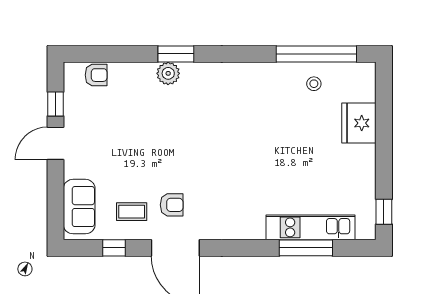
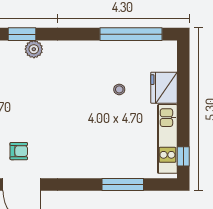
plant: (168, 73) -> (34, 49), moved
stool: (314, 84) -> (119, 89), moved
kitchen unit: (311, 227) -> (167, 139), moved, turned -90

